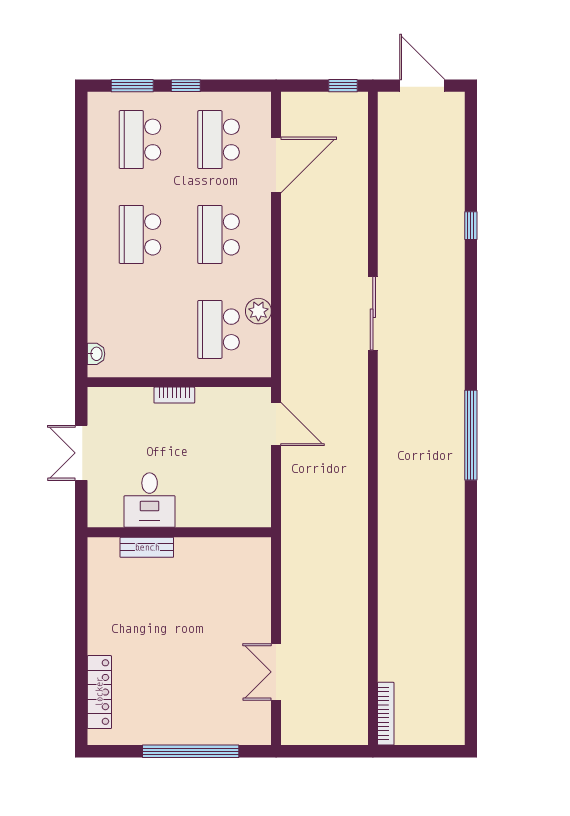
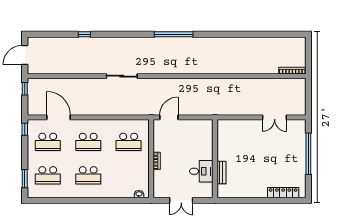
window: (186, 86) -> (25, 129), moved
plant: (258, 311) -> (121, 125), removed

